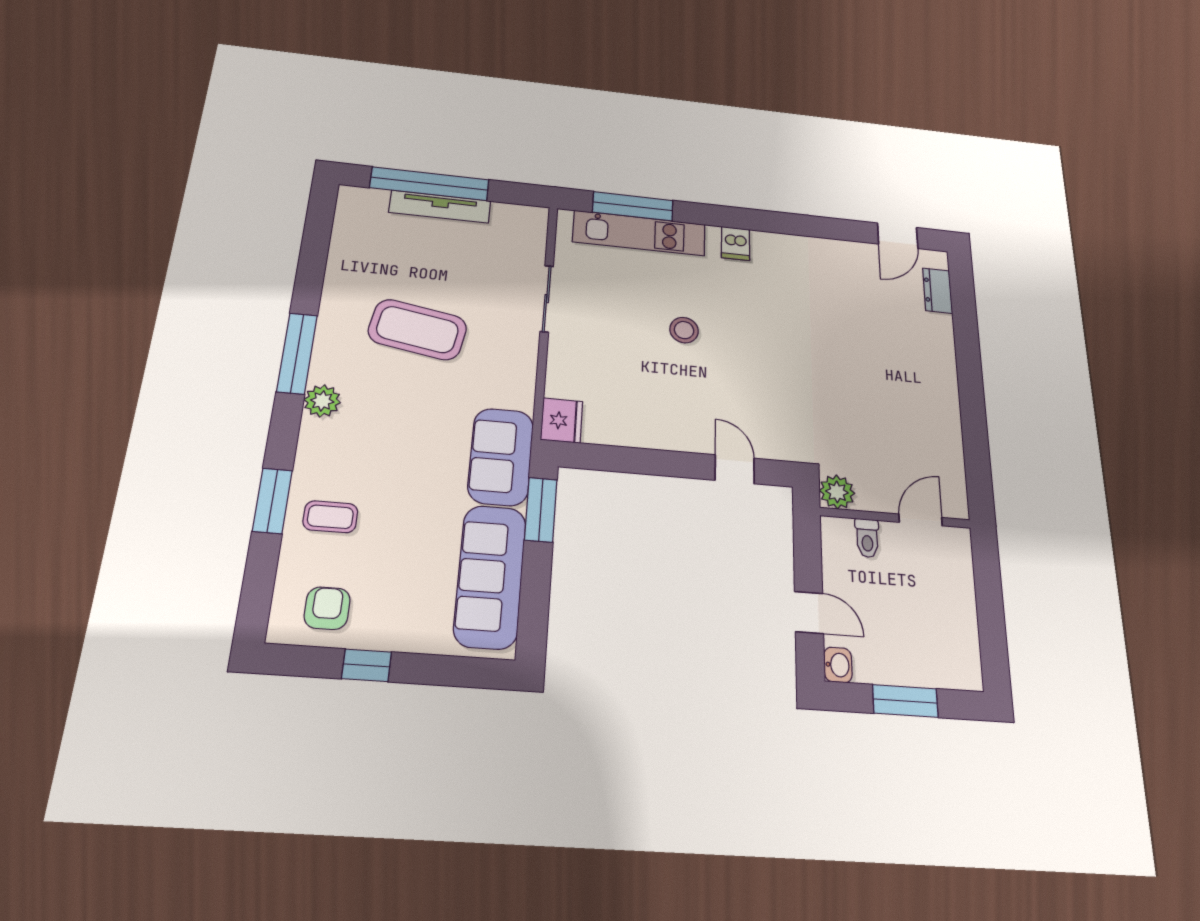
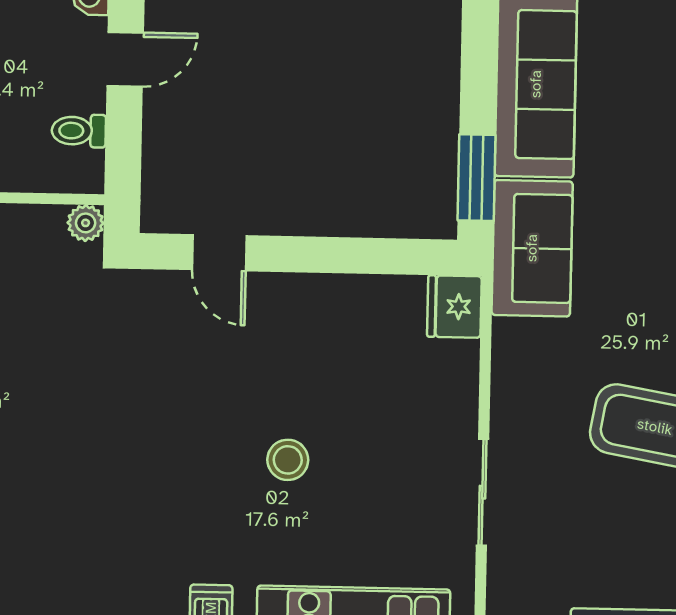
plant: (837, 492) -> (86, 223), width x0.73, depth x0.73
toilet: (867, 538) -> (79, 131), moved, turned -90
door: (809, 613) -> (125, 59), swing flipped

